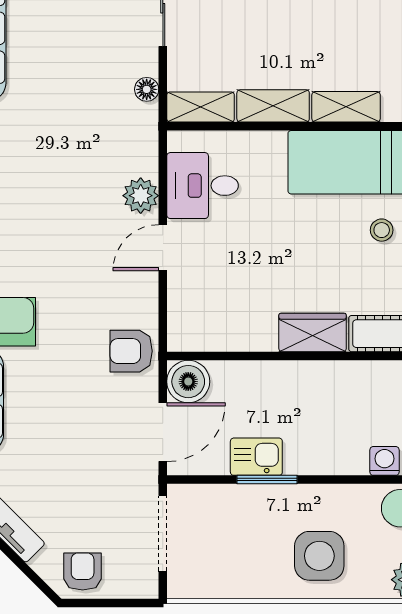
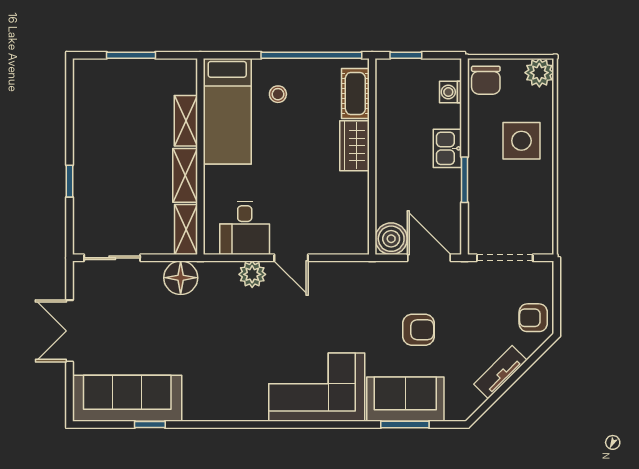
floor lamp: (147, 89) -> (181, 278), width x1.89, depth x1.89
armchair: (131, 351) -> (419, 330), moved, turned -90
kitchen sink: (256, 457) -> (447, 148), moved

